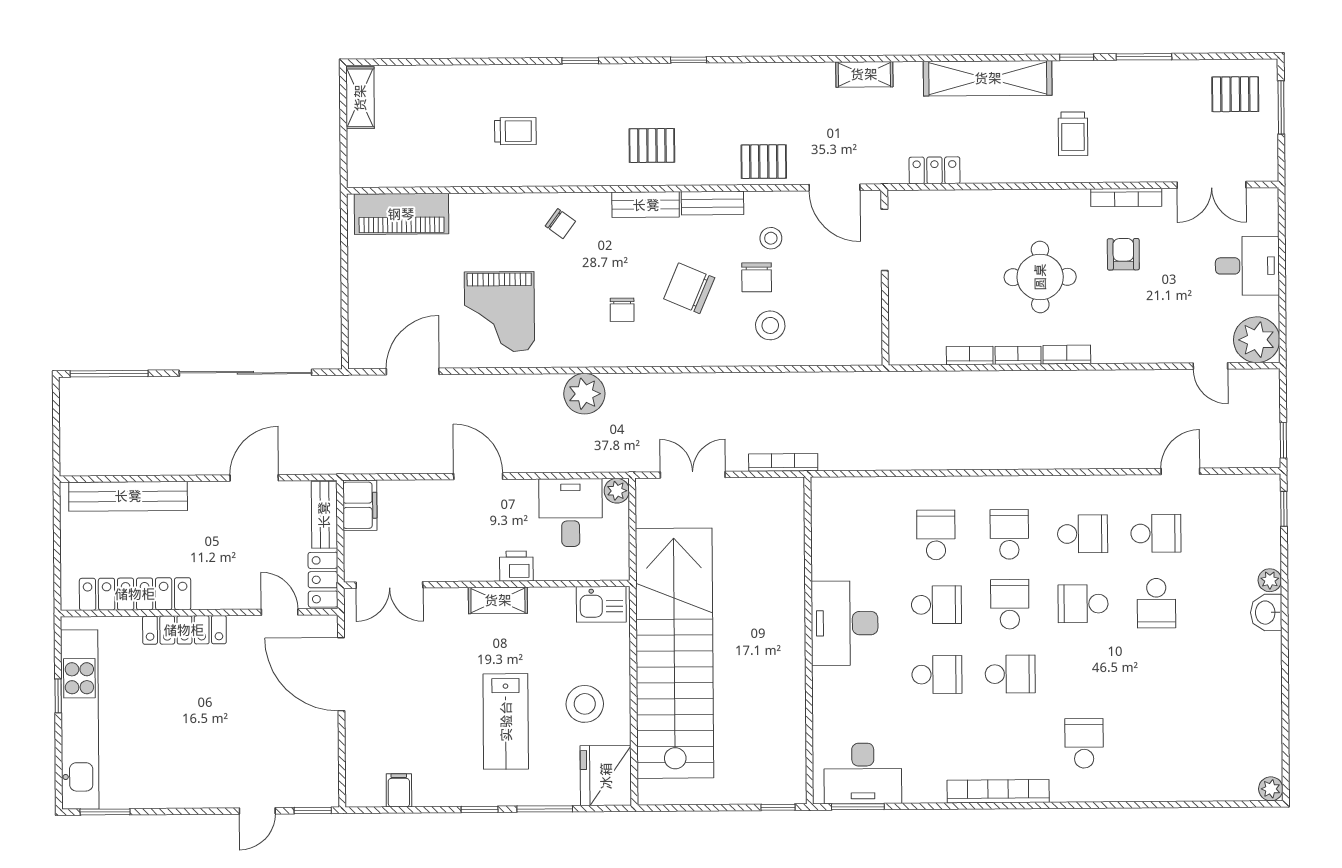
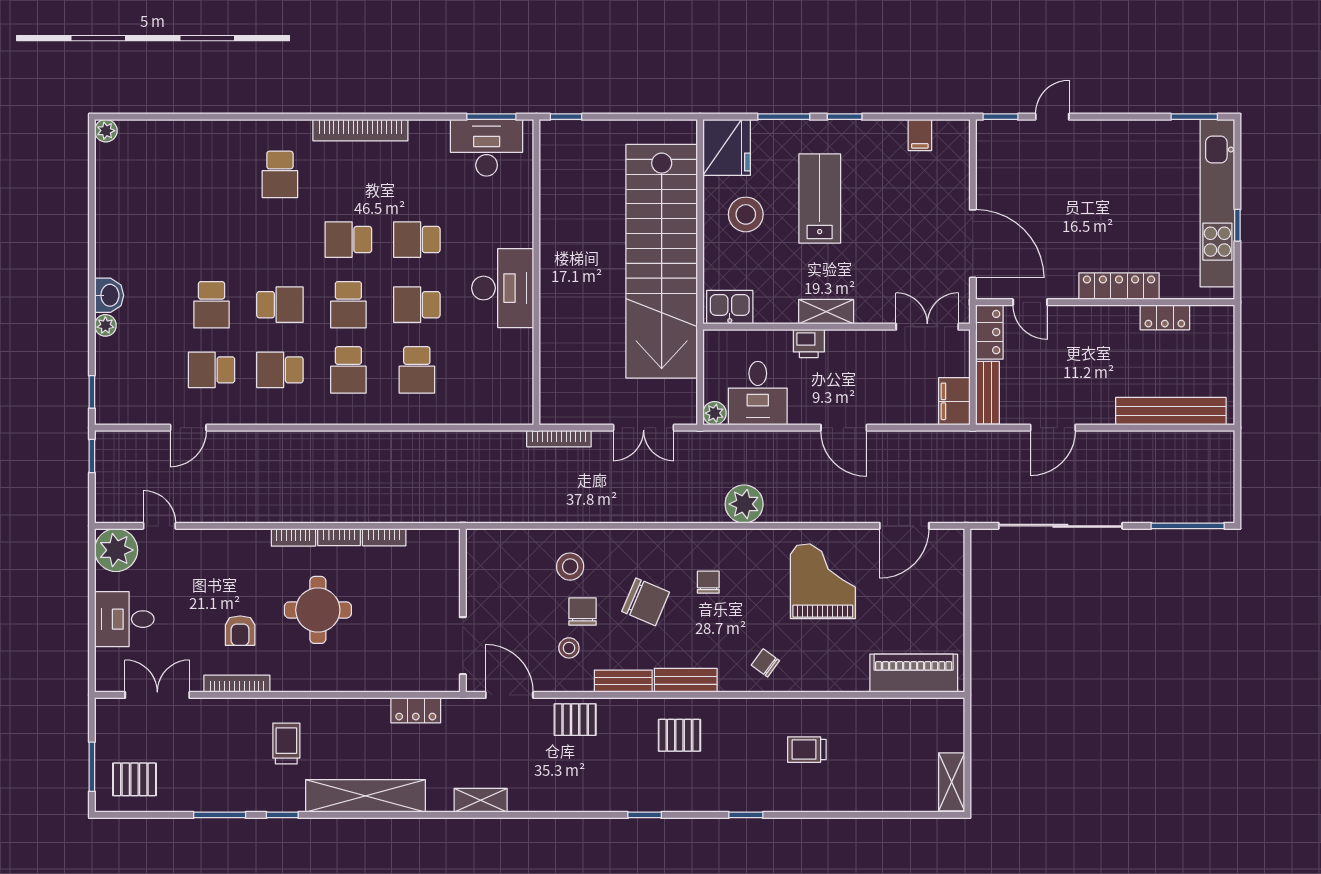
locker: (135, 594) -> (1165, 317), width x0.46, depth x0.83
school desk: (1156, 603) -> (211, 305), turned 180

